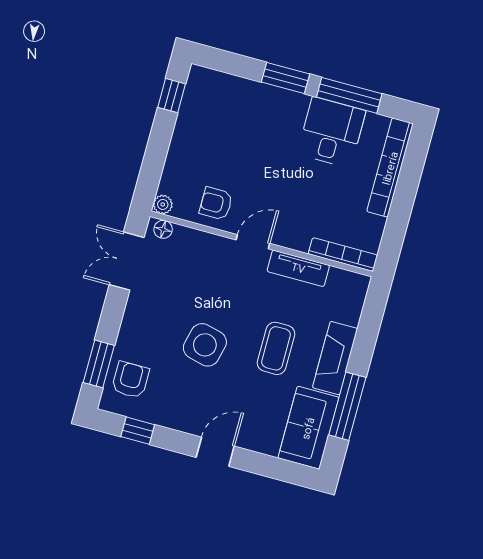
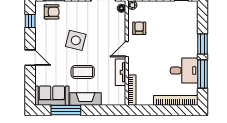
door: (253, 242) -> (127, 49), swing flipped

